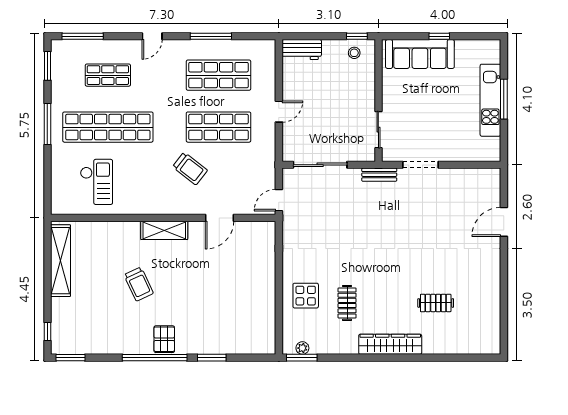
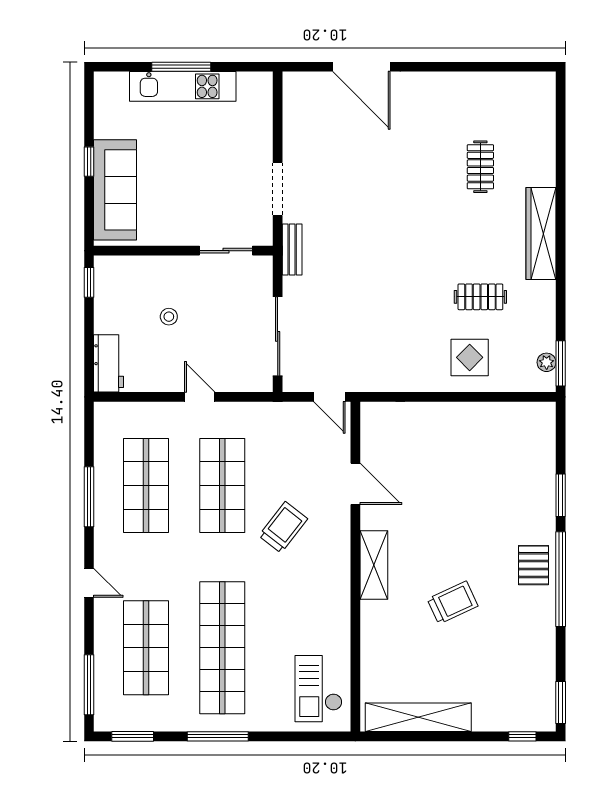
stool: (354, 53) -> (169, 317), moved
shop shelf: (108, 75) -> (146, 648), width x1.43, depth x1.36
checkout: (97, 182) -> (319, 689), moved, turned -90
door: (504, 222) -> (361, 67), width x1.36
pallet: (164, 339) -> (534, 565), turned 90

